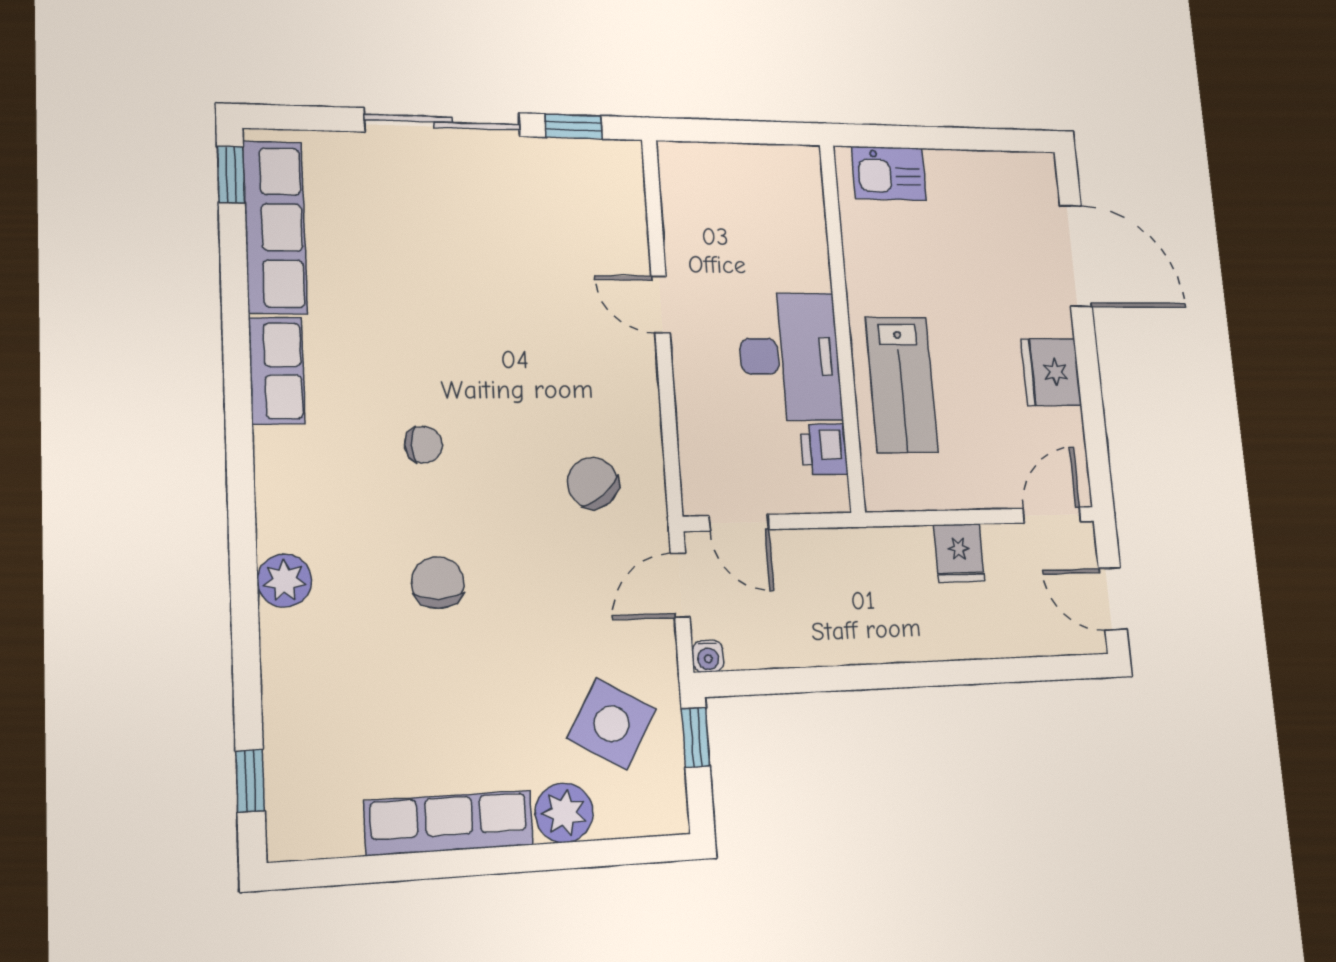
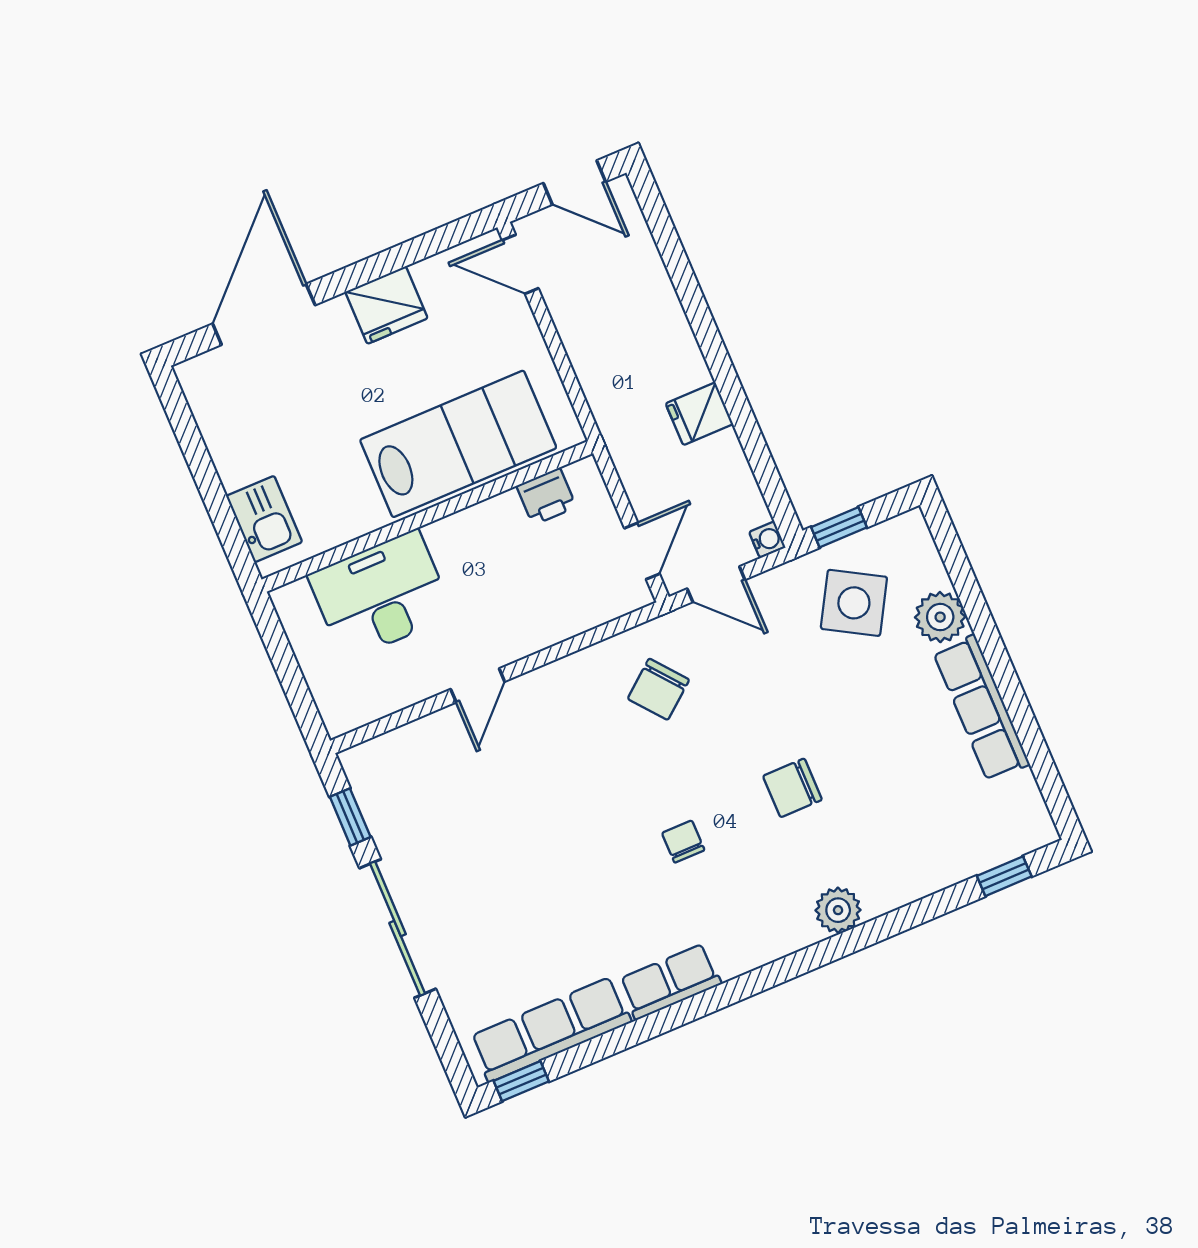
desk: (790, 356) -> (381, 595), moved
lab bench: (902, 385) -> (458, 444), width x1.36, depth x1.39
fridge: (959, 553) -> (699, 414), moved, turned 180
door: (1113, 599) -> (575, 182), hinge flipped

